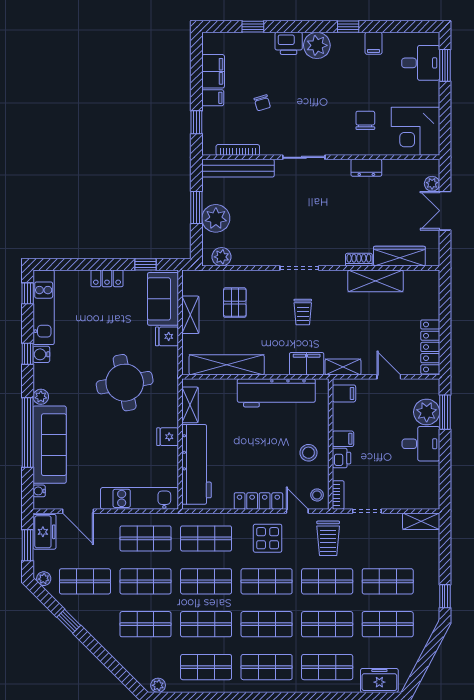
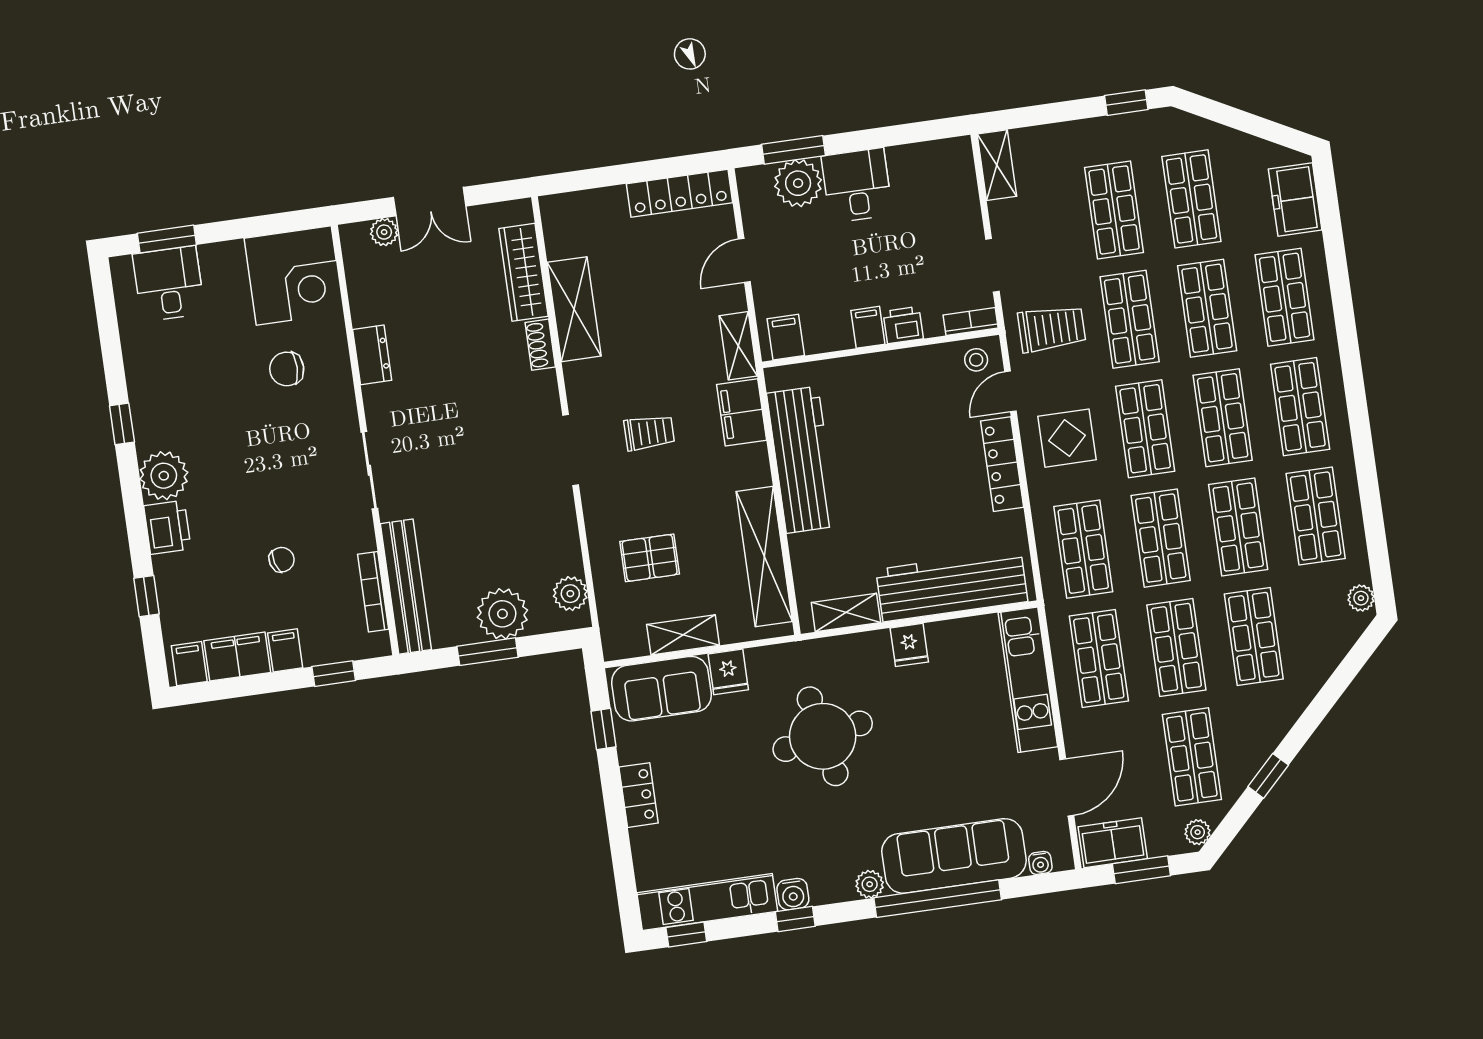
filing cabinet: (374, 43) -> (189, 664), moved, turned -90
stool: (308, 453) -> (902, 386), removed

